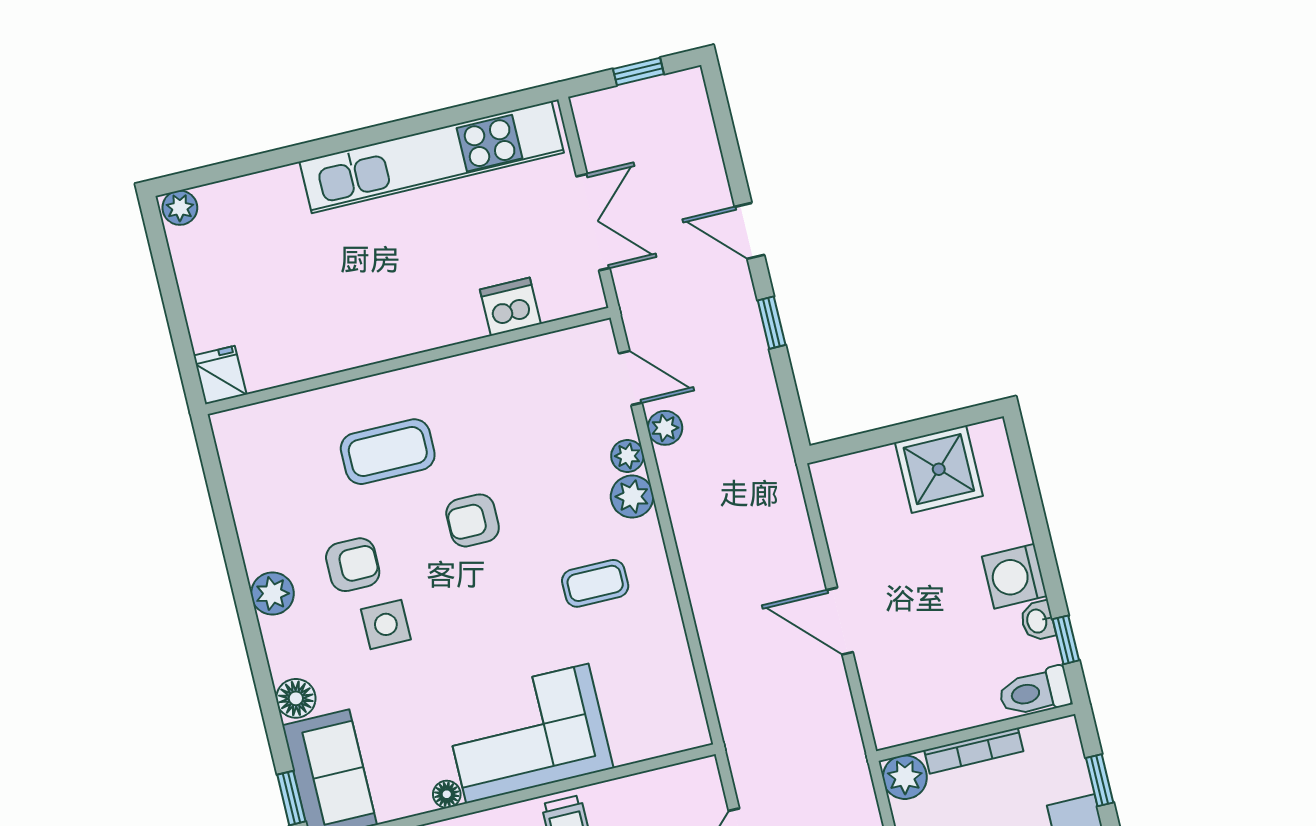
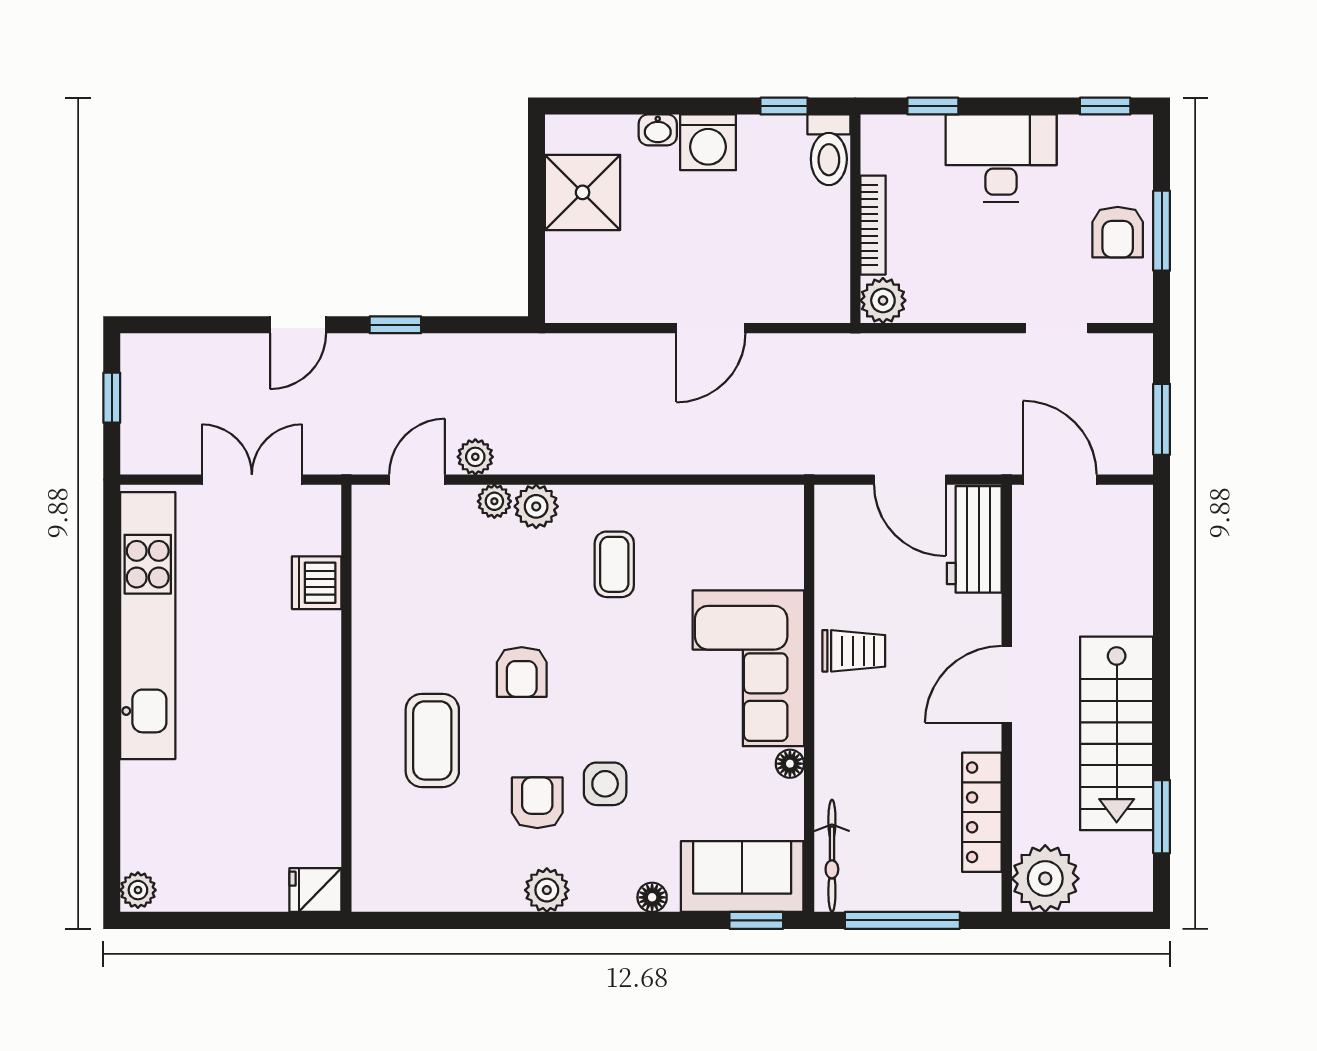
washbasin: (1038, 621) -> (658, 130), moved
floor lamp: (296, 698) -> (652, 897), width x0.73, depth x0.73

